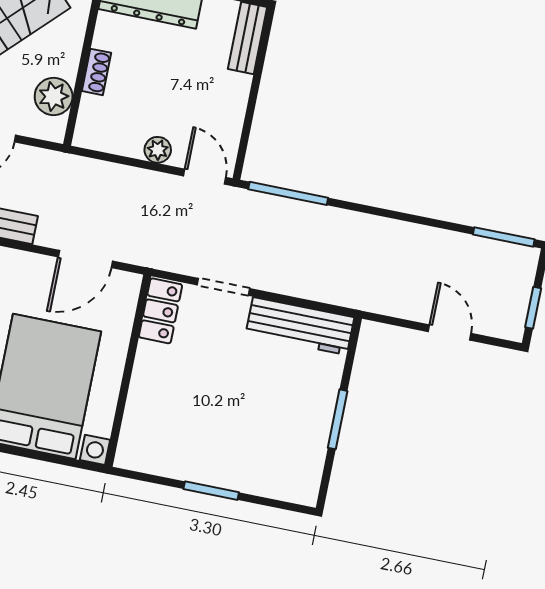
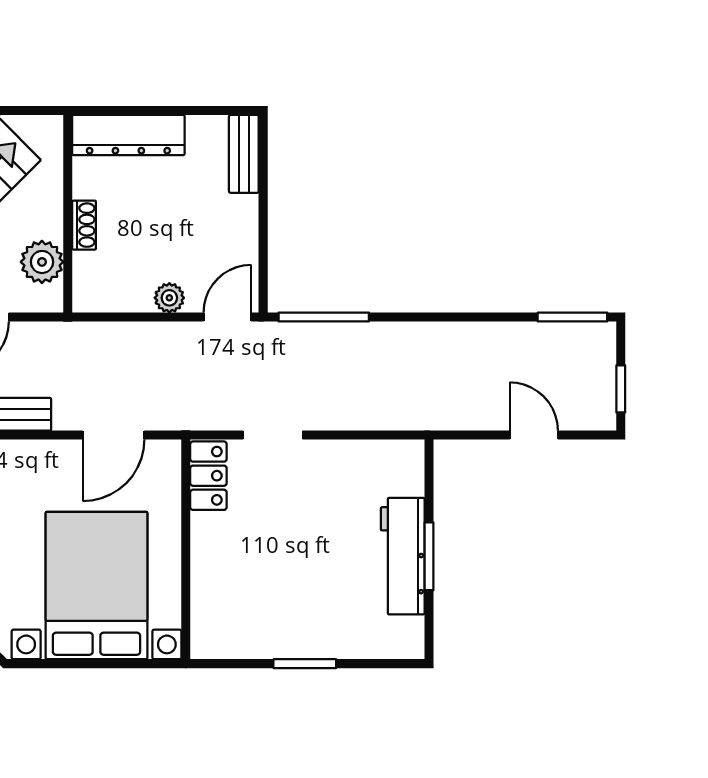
door: (205, 177) -> (227, 317), hinge flipped
workbench: (300, 326) -> (403, 556), moved, turned 90

